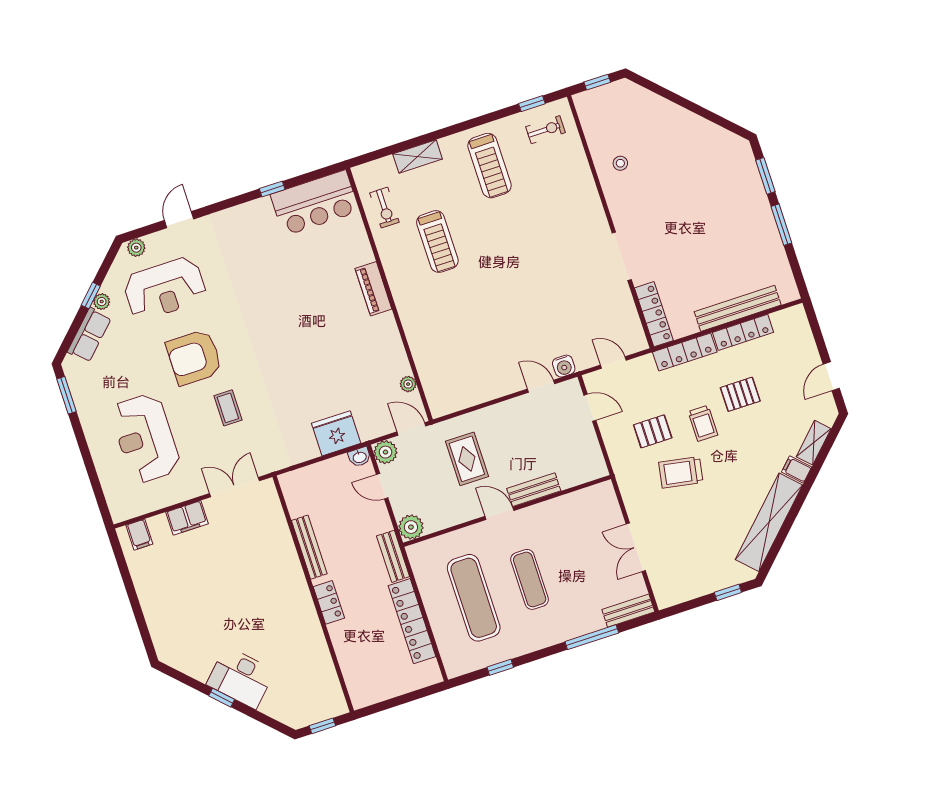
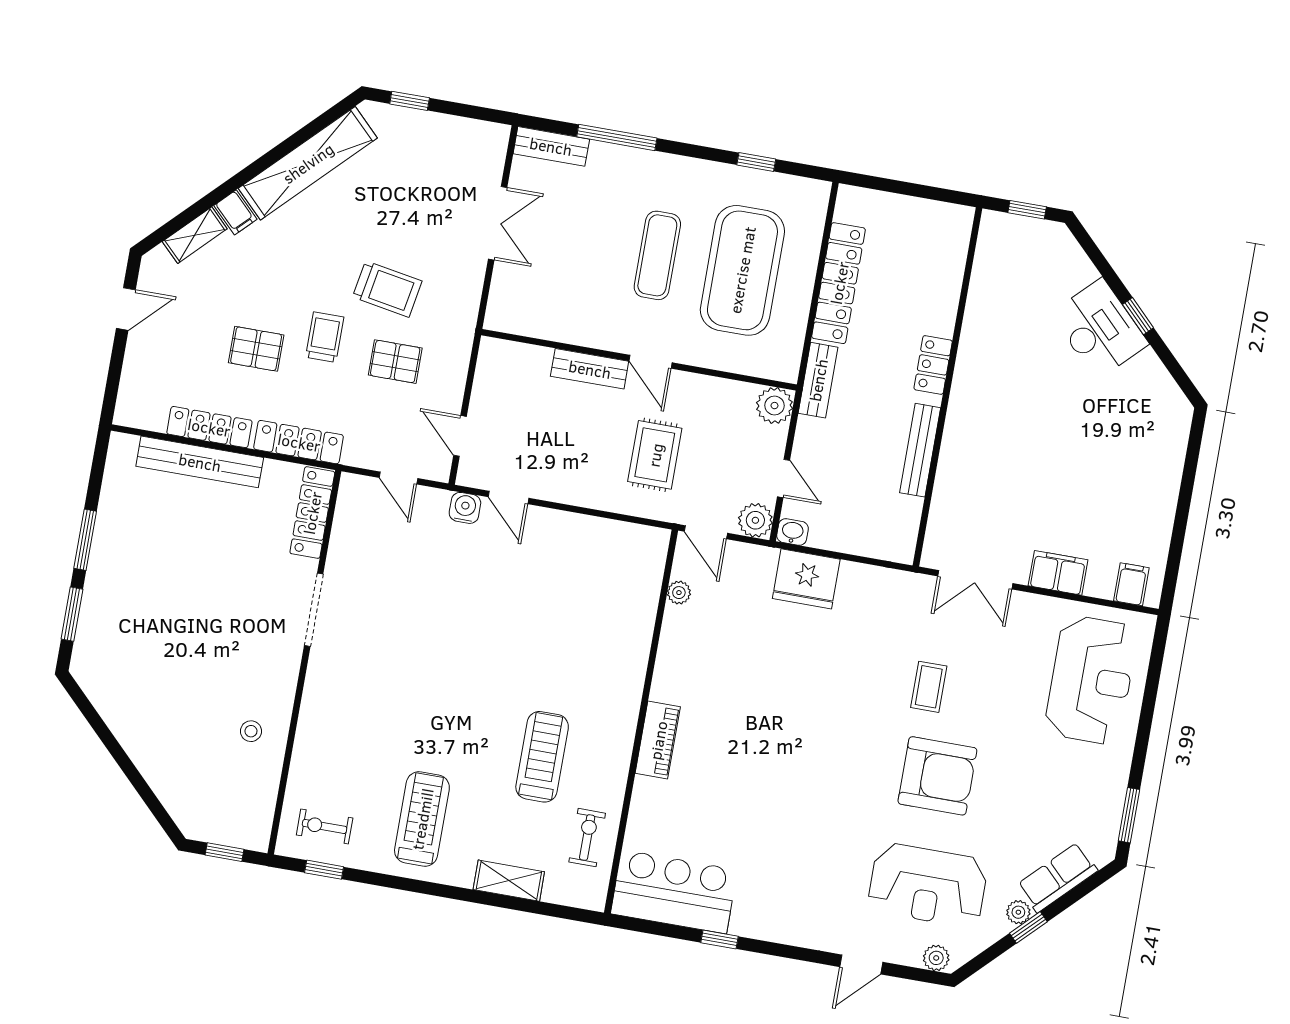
reception desk: (165, 289) -> (928, 885), turned 180
reception desk: (145, 438) -> (1091, 680), moved
exercise mat: (474, 598) -> (742, 270), width x1.47

